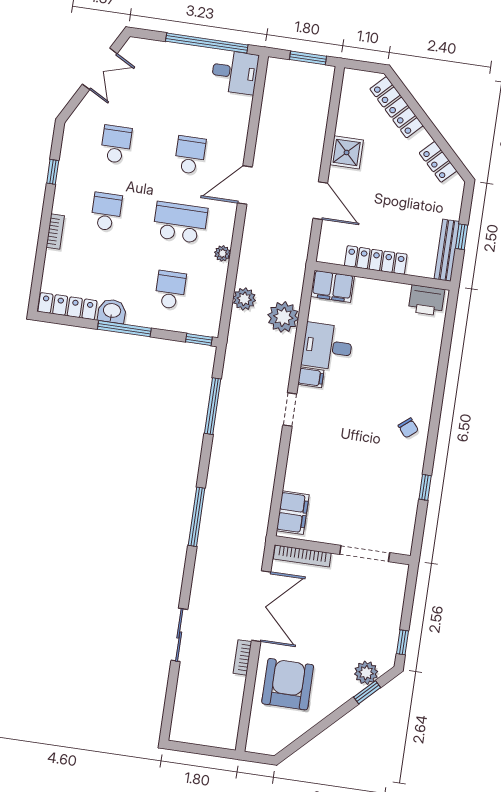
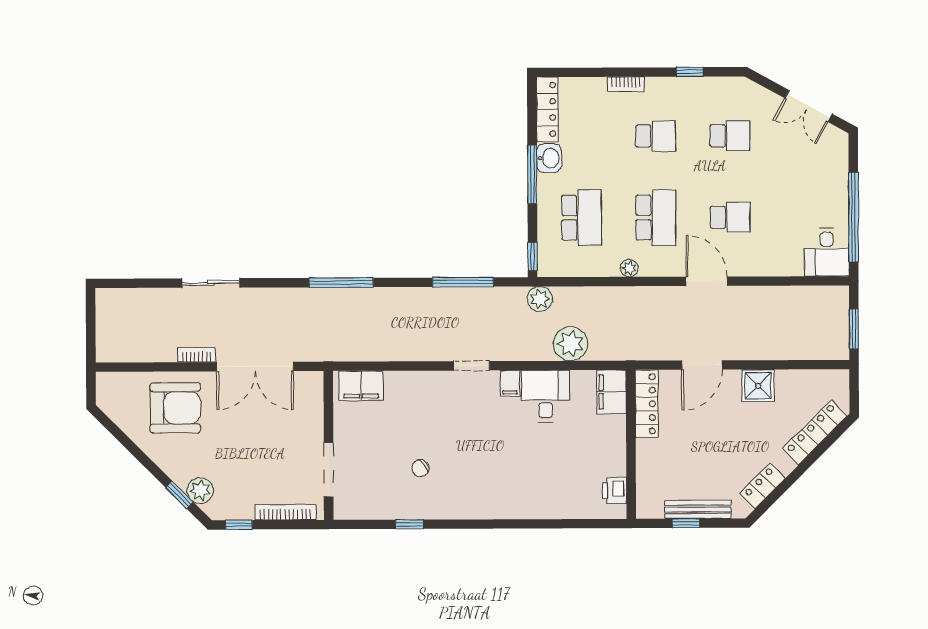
bench: (447, 250) -> (698, 509), moved
locker: (376, 260) -> (647, 404), moved
school desk: (170, 290) -> (581, 218), width x1.85
plant: (244, 299) -> (540, 299), moved
printer: (426, 300) -> (614, 491), width x0.73, depth x0.81
chair: (408, 428) -> (420, 468), moved
bookcase: (302, 556) -> (285, 512), moved, turned 90

